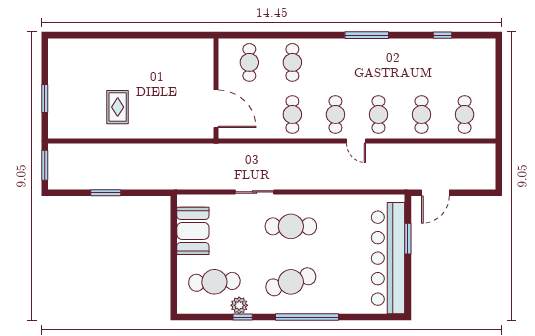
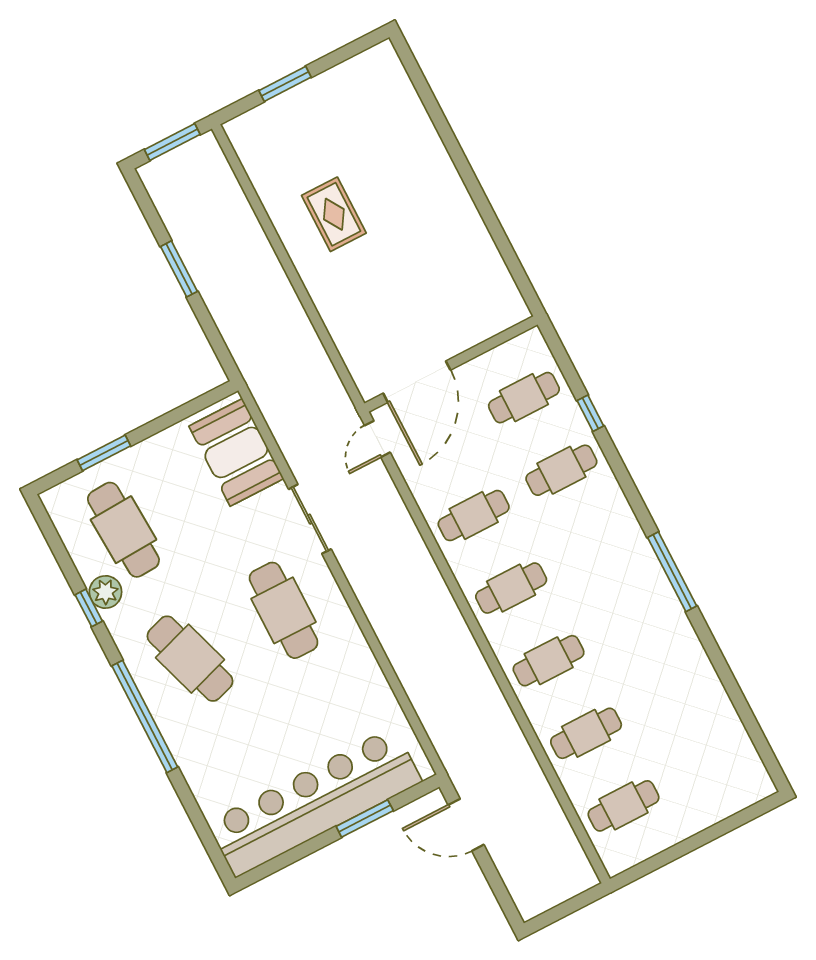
window: (443, 35) -> (590, 413), moved
rug: (118, 107) -> (334, 214), turned 90
door: (356, 141) -> (377, 439), moved
booth: (193, 231) -> (236, 452), moved, turned 90
window: (174, 272) -> (104, 453), added

